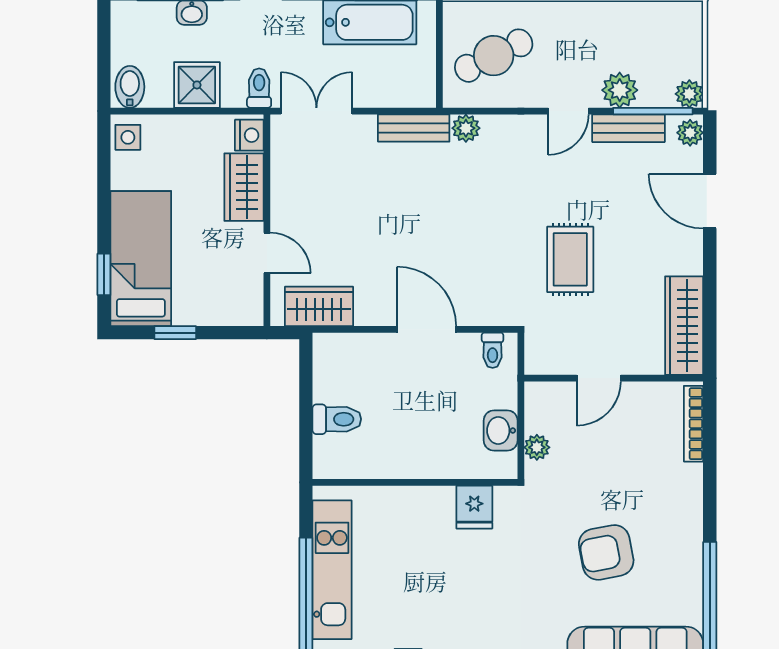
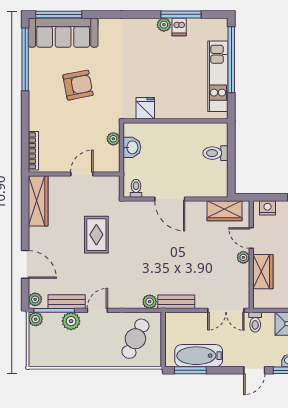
cafe table: (494, 56) -> (135, 339), turned -38
nightstand: (249, 135) -> (268, 208), moved, turned 90
plant: (282, 215) -> (243, 257), added

